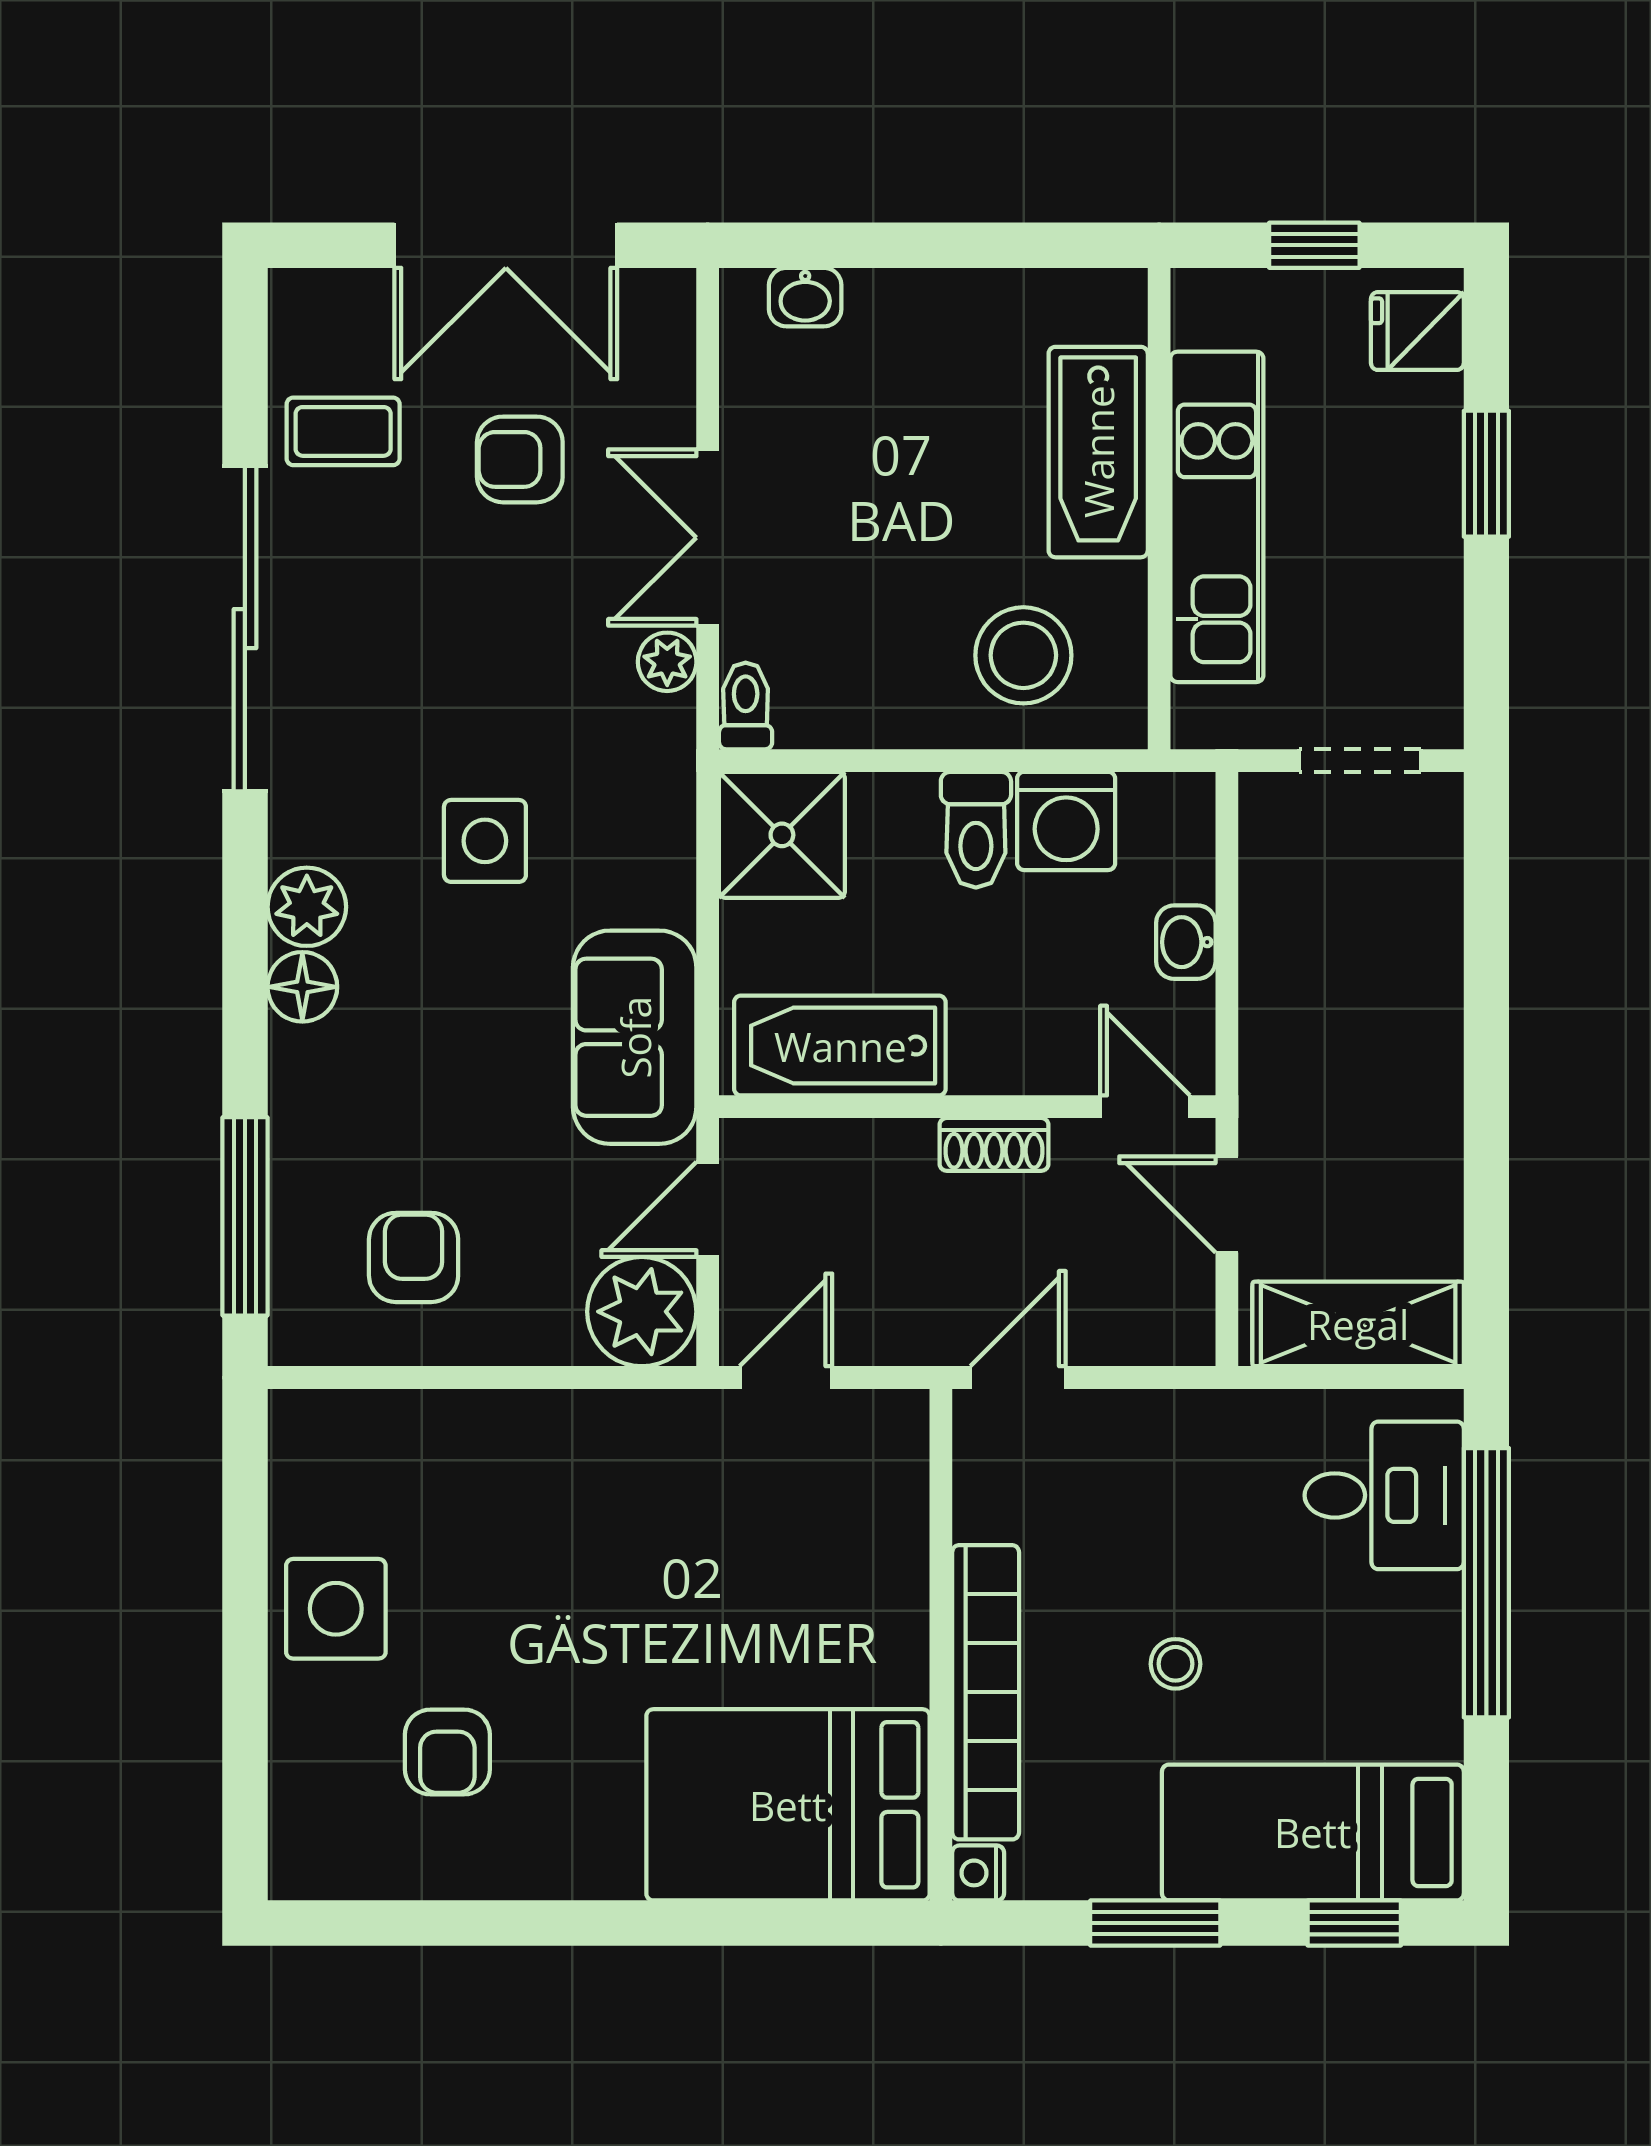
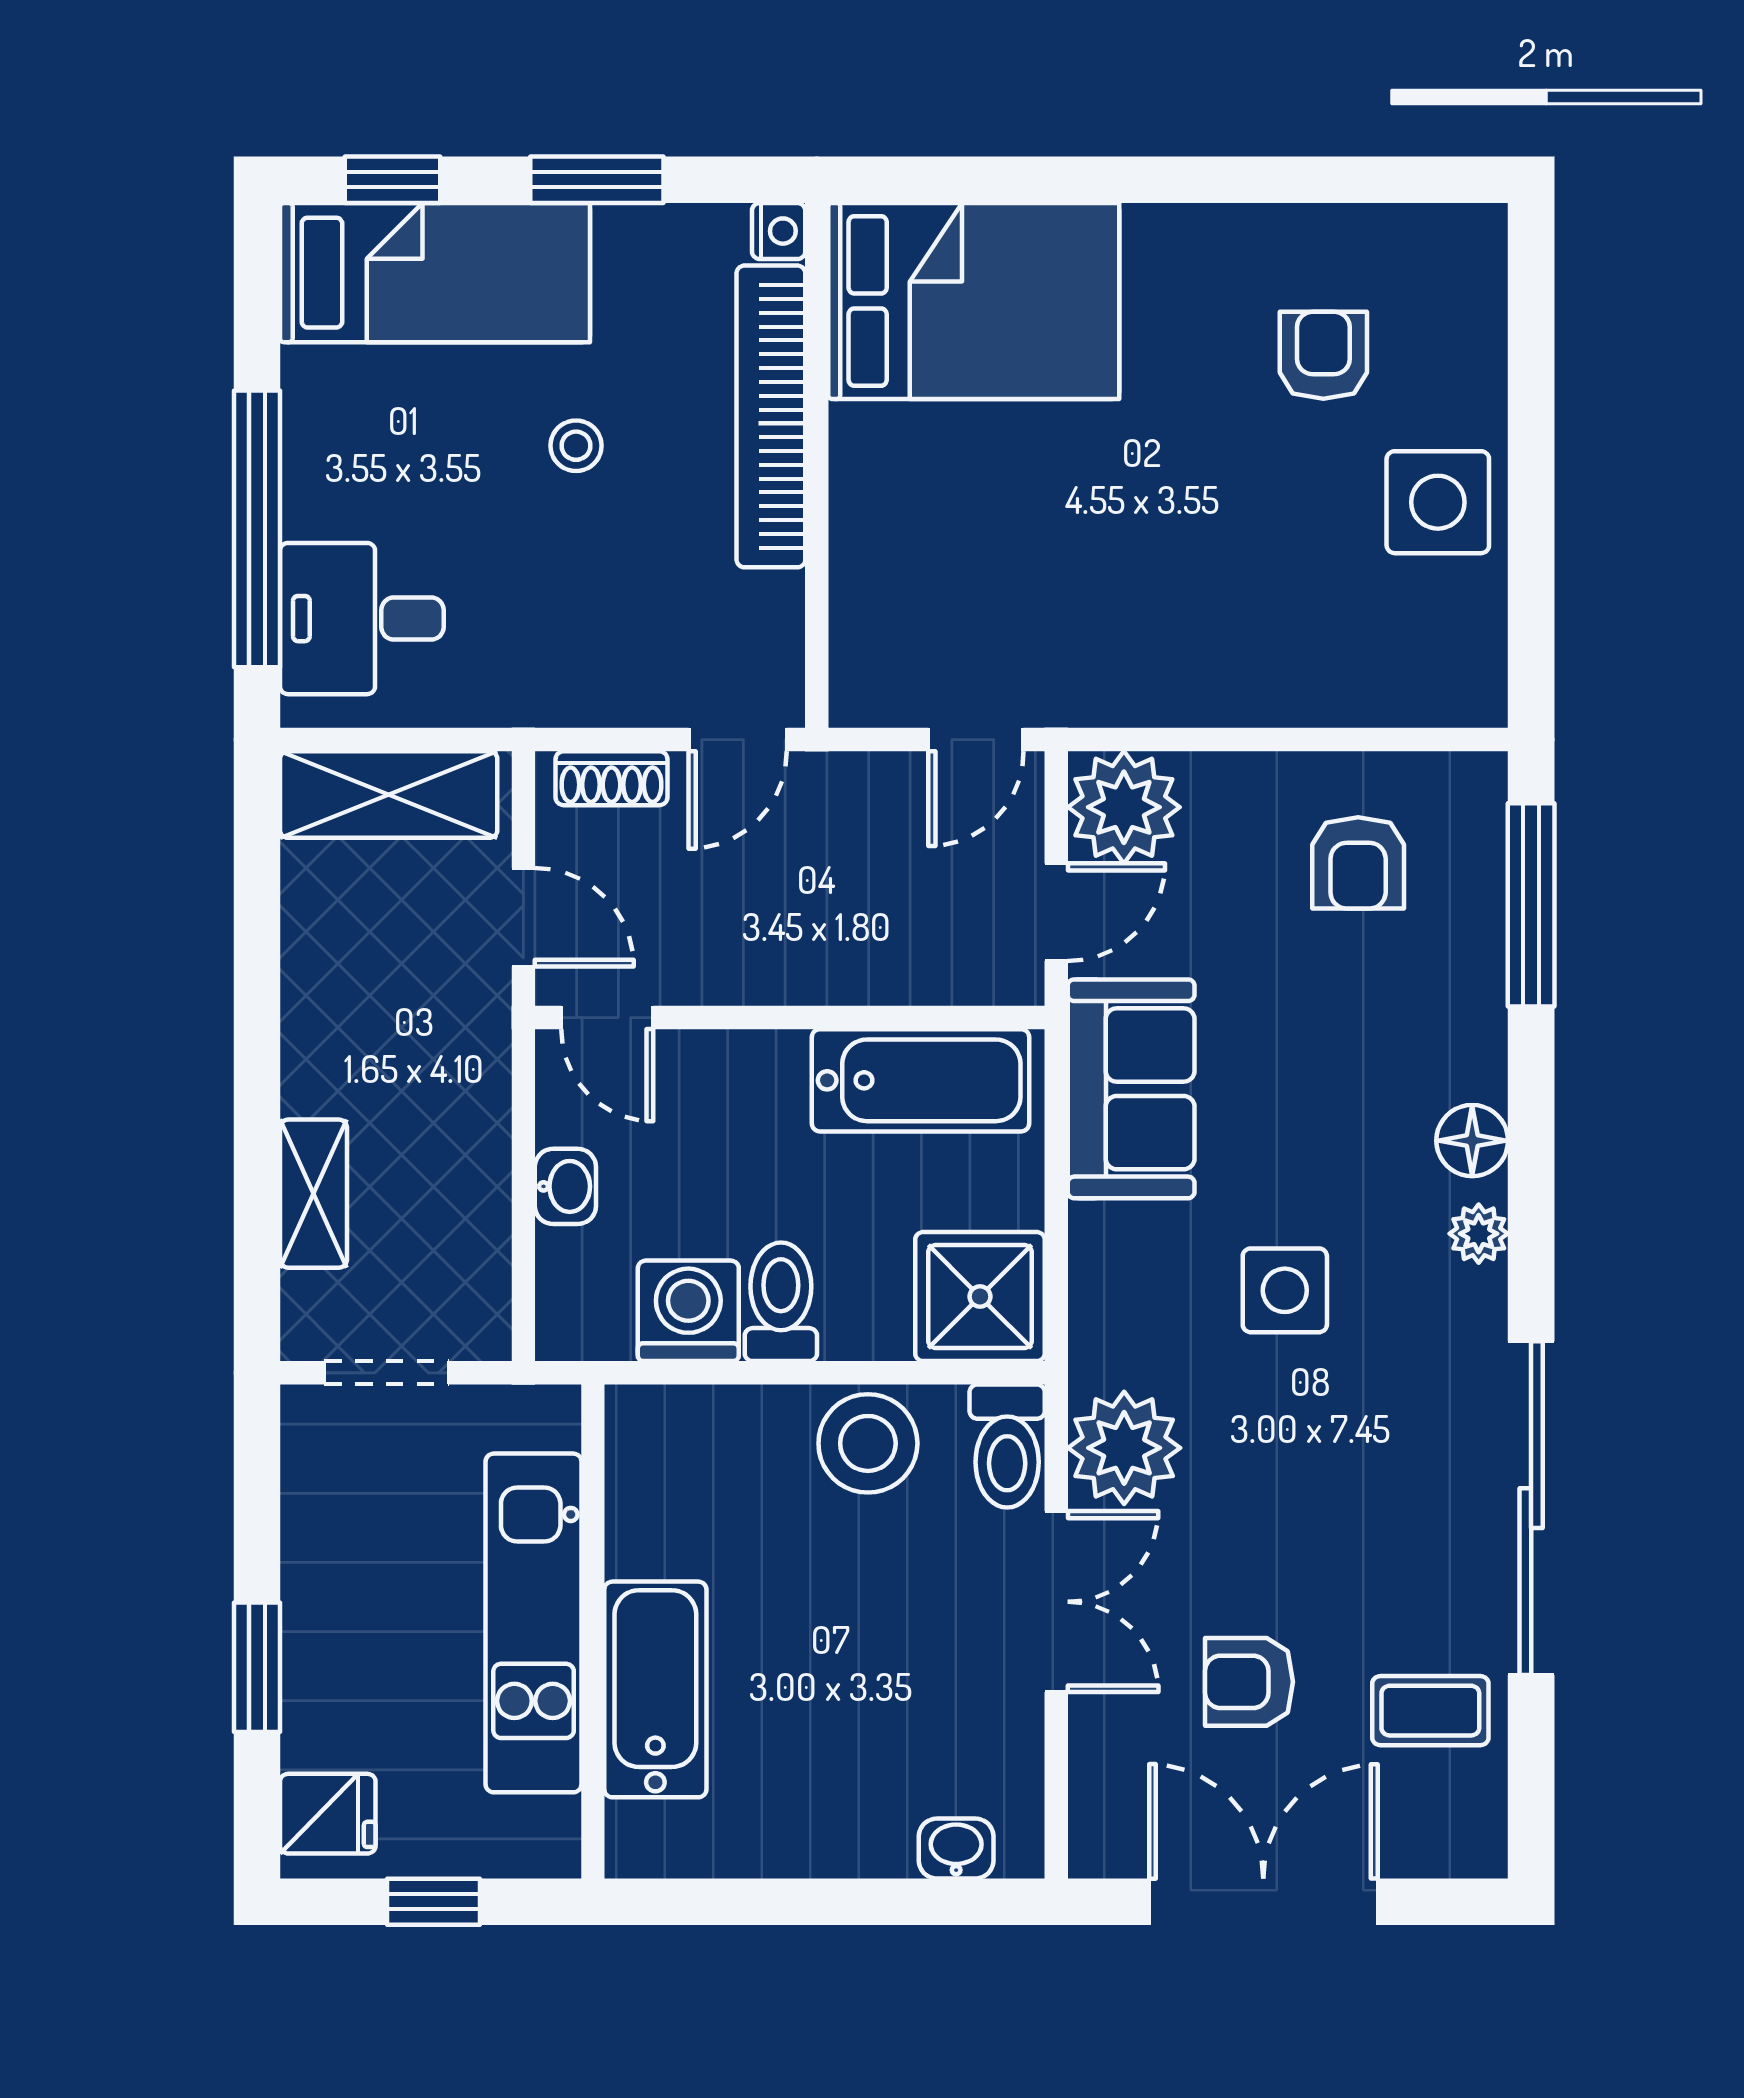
armchair: (520, 459) -> (1249, 1682), turned 180
stool: (1023, 655) -> (868, 1443), moved
plant: (667, 662) -> (1124, 1448), width x1.88, depth x1.88
toilet: (746, 706) -> (1007, 1446), width x1.37, depth x1.39
plant: (307, 907) -> (1479, 1234), width x0.73, depth x0.73
shelving: (1431, 935) -> (313, 1194), added
shoe rack: (994, 1144) -> (611, 778), moved, turned 180

